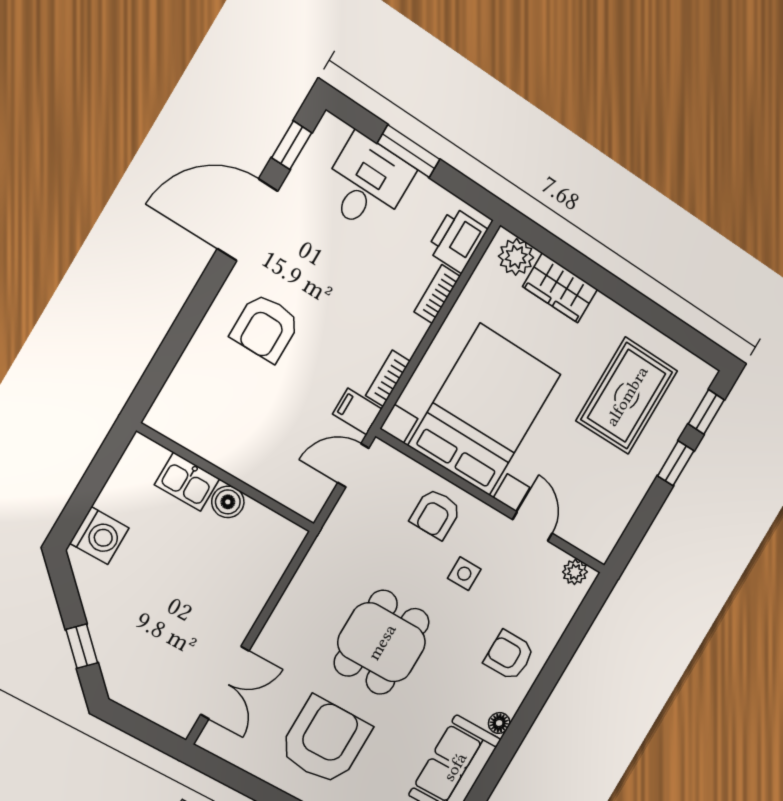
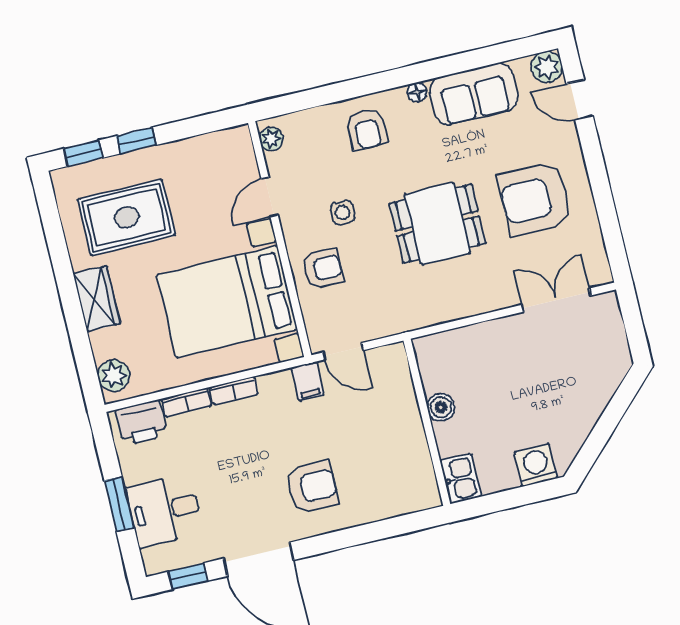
wardrobe: (560, 288) -> (97, 299), moved
bookcase: (388, 378) -> (234, 391), moved
kitchen sink: (187, 482) -> (461, 479), moved
window: (82, 646) -> (615, 411), removed

